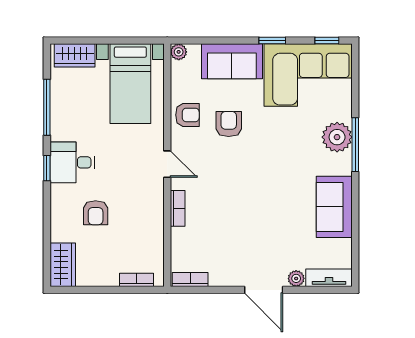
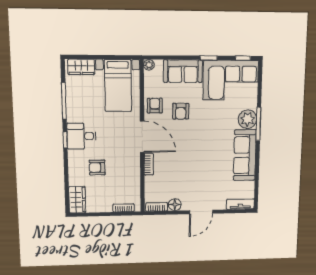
armchair: (187, 115) -> (155, 106), turned -90
armchair: (229, 124) -> (181, 111), turned 180
door: (167, 164) -> (142, 137), width x1.88
sofa: (334, 207) -> (245, 155), width x1.36
armchair: (96, 213) -> (97, 167), turned 90
floor lamp: (220, 276) -> (175, 205), added
plant: (296, 278) -> (221, 205), removed
door: (264, 290) -> (201, 212), hinge flipped

